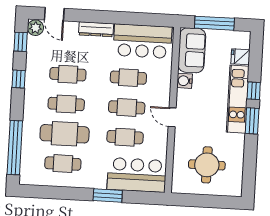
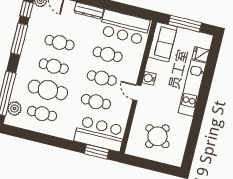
window: (19, 79) -> (19, 39), width x2.17
water cooler: (185, 81) -> (149, 78), moved
window: (254, 91) -> (206, 84), removed
window: (252, 121) -> (200, 108), removed
plant: (29, 164) -> (15, 108), added
round table: (207, 165) -> (157, 136), turned 32
window: (108, 195) -> (97, 152), moved

